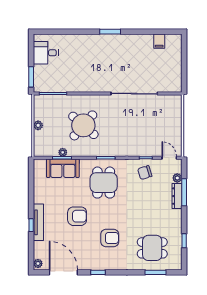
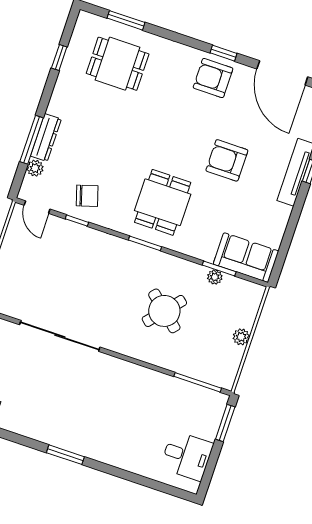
round table: (83, 125) -> (164, 311), width x0.73, depth x0.73
sofa: (63, 168) -> (246, 258), moved
armchair: (110, 238) -> (213, 78), moved

